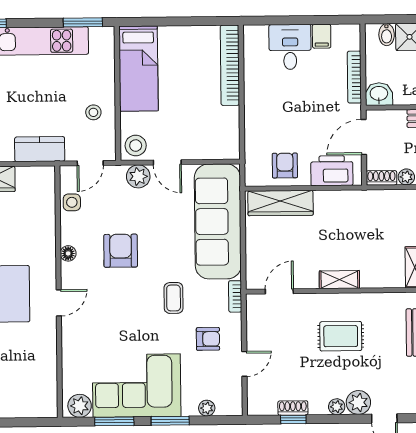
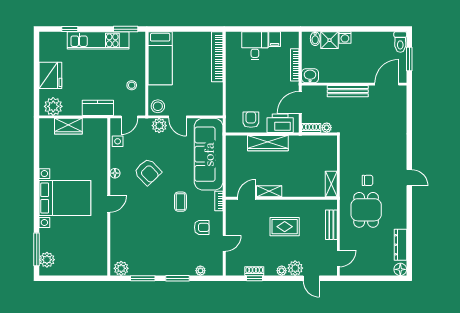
wardrobe: (281, 203) -> (268, 143), moved
armchair: (121, 251) -> (148, 172), turned 136
shelving: (339, 280) -> (269, 191), moved
corner sofa: (137, 386) -> (157, 256), removed

